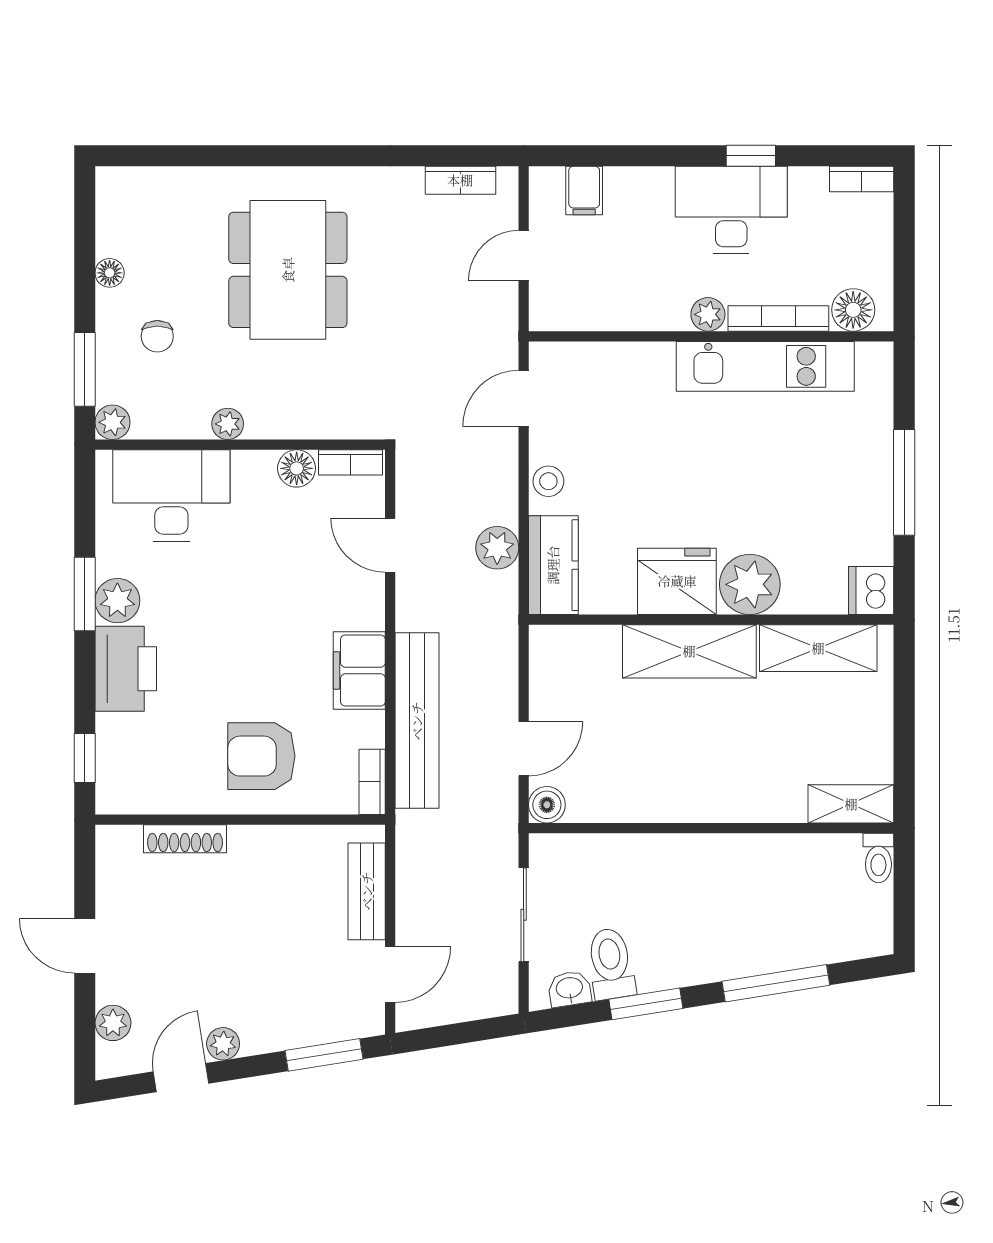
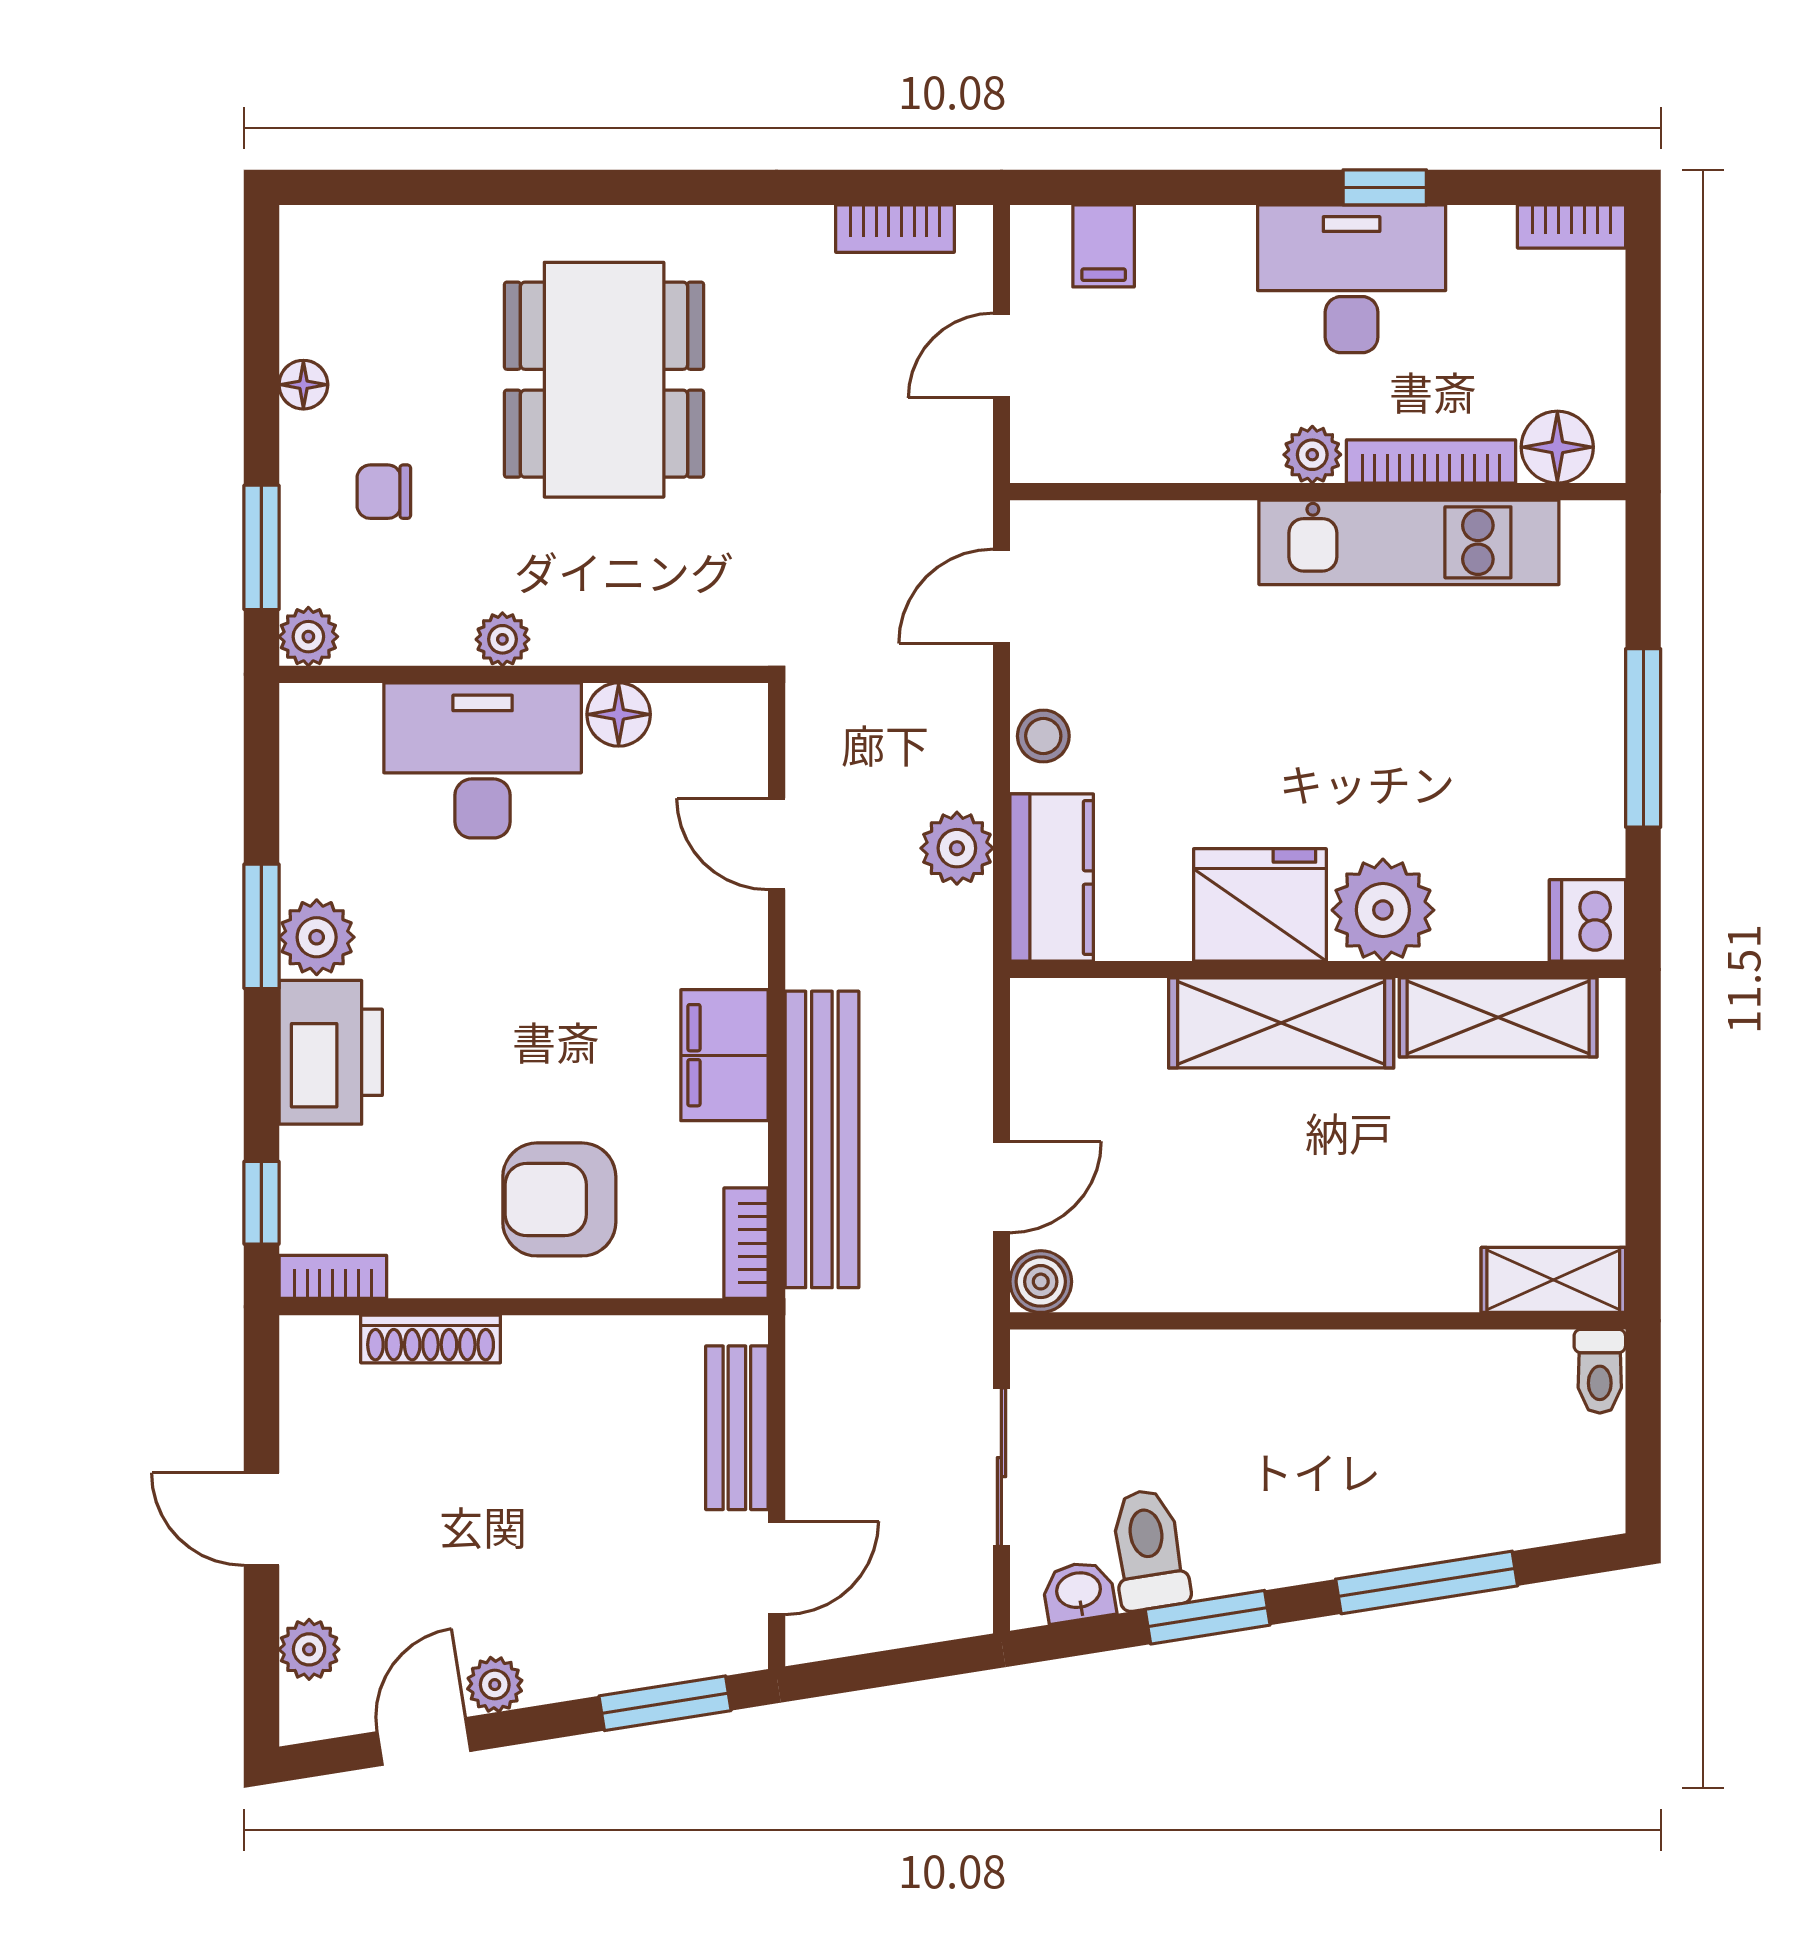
chair: (157, 336) -> (384, 492), turned 90
bookcase: (351, 462) -> (333, 1277), moved, turned 180
desk: (171, 496) -> (483, 760), moved

